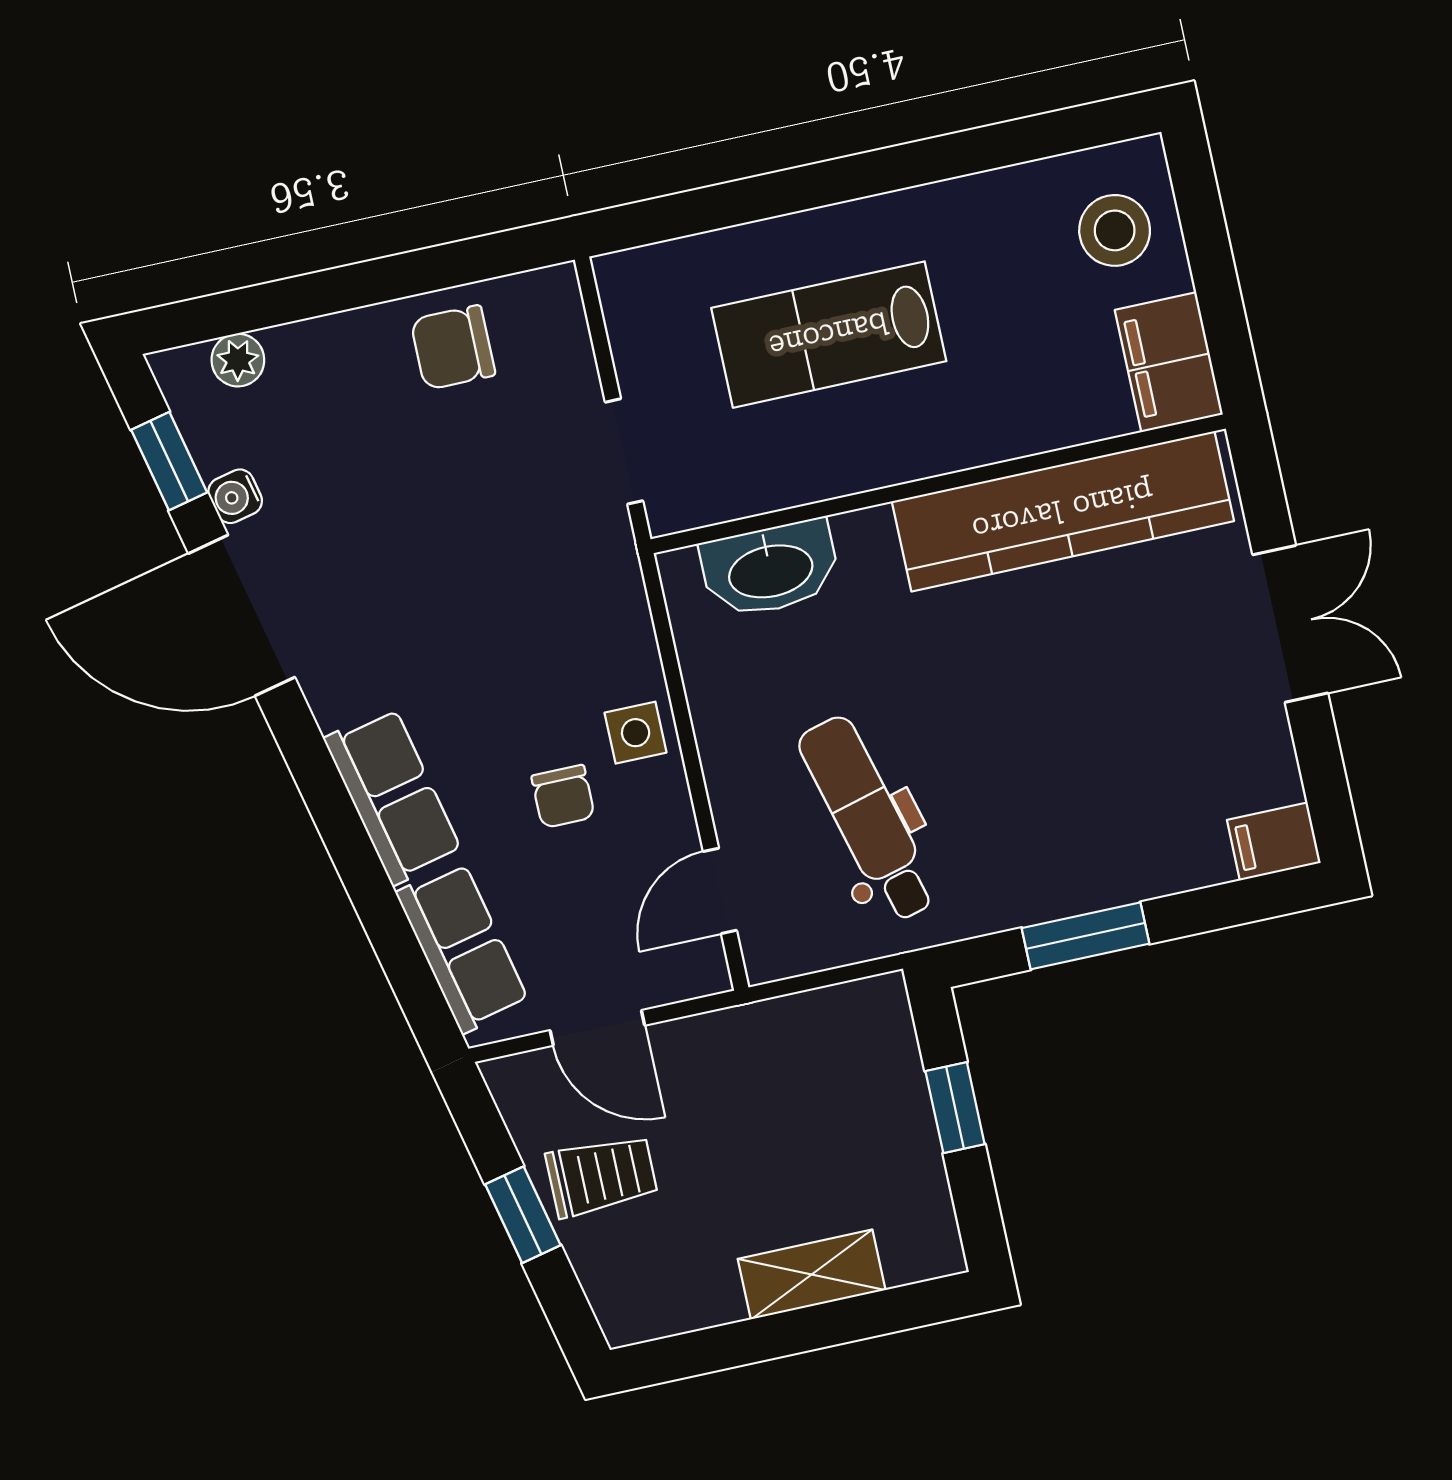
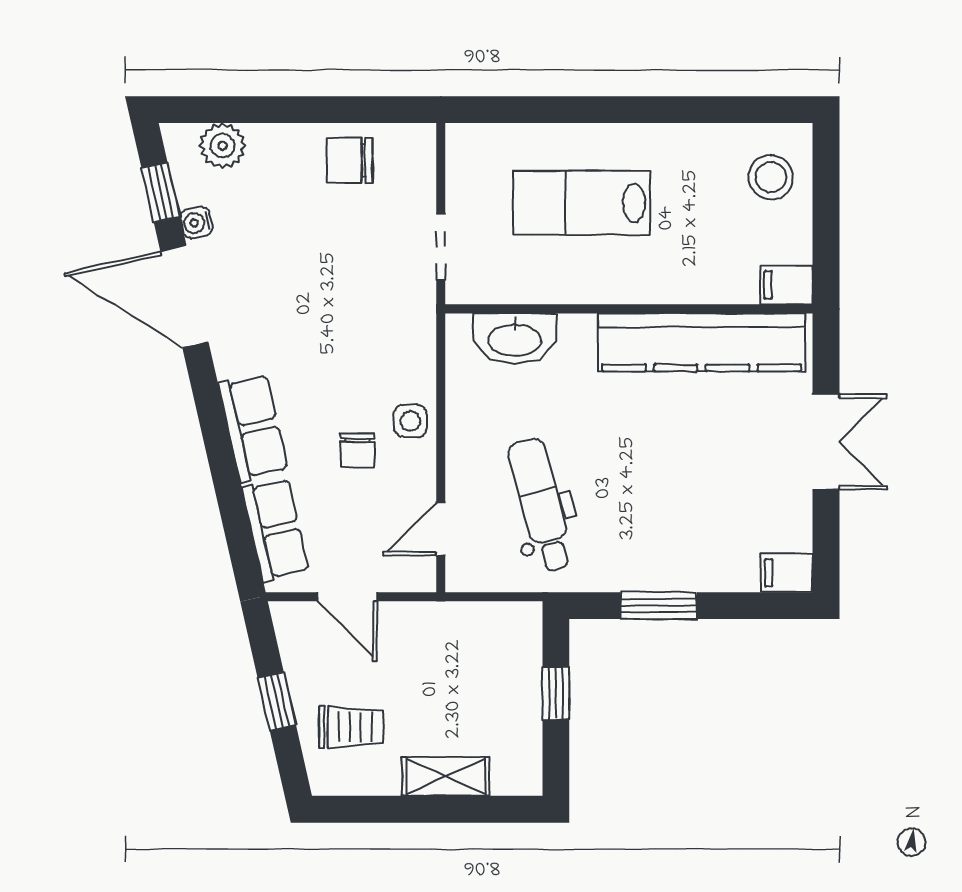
plant: (238, 360) -> (222, 146), width x1.38, depth x1.38
filing cabinet: (1169, 362) -> (786, 285), width x0.50
trolley: (602, 1176) -> (351, 727), moved

